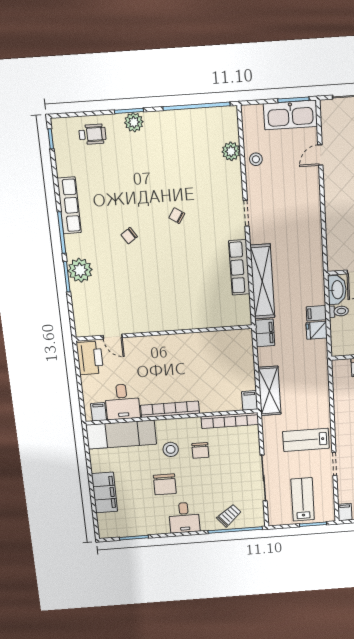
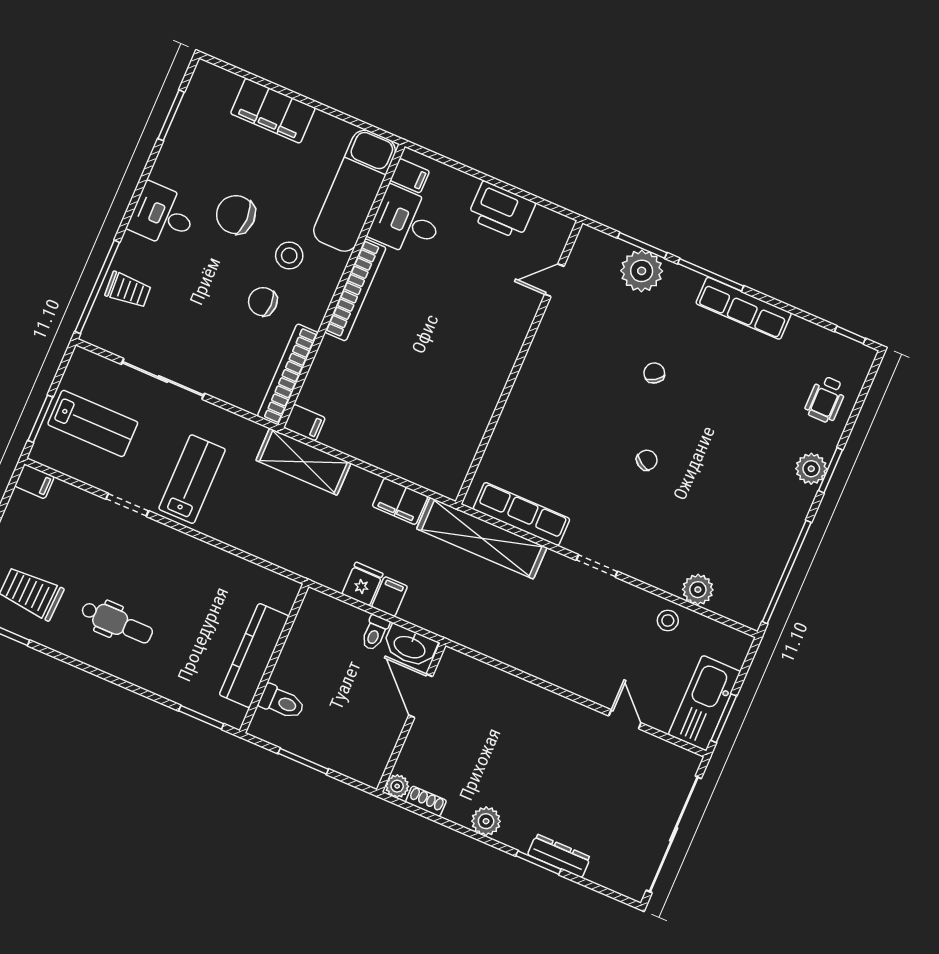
wall: (164, 333) -> (519, 362), moved
door: (113, 337) -> (554, 280), moved
trolley: (229, 515) -> (128, 290), turned -53

